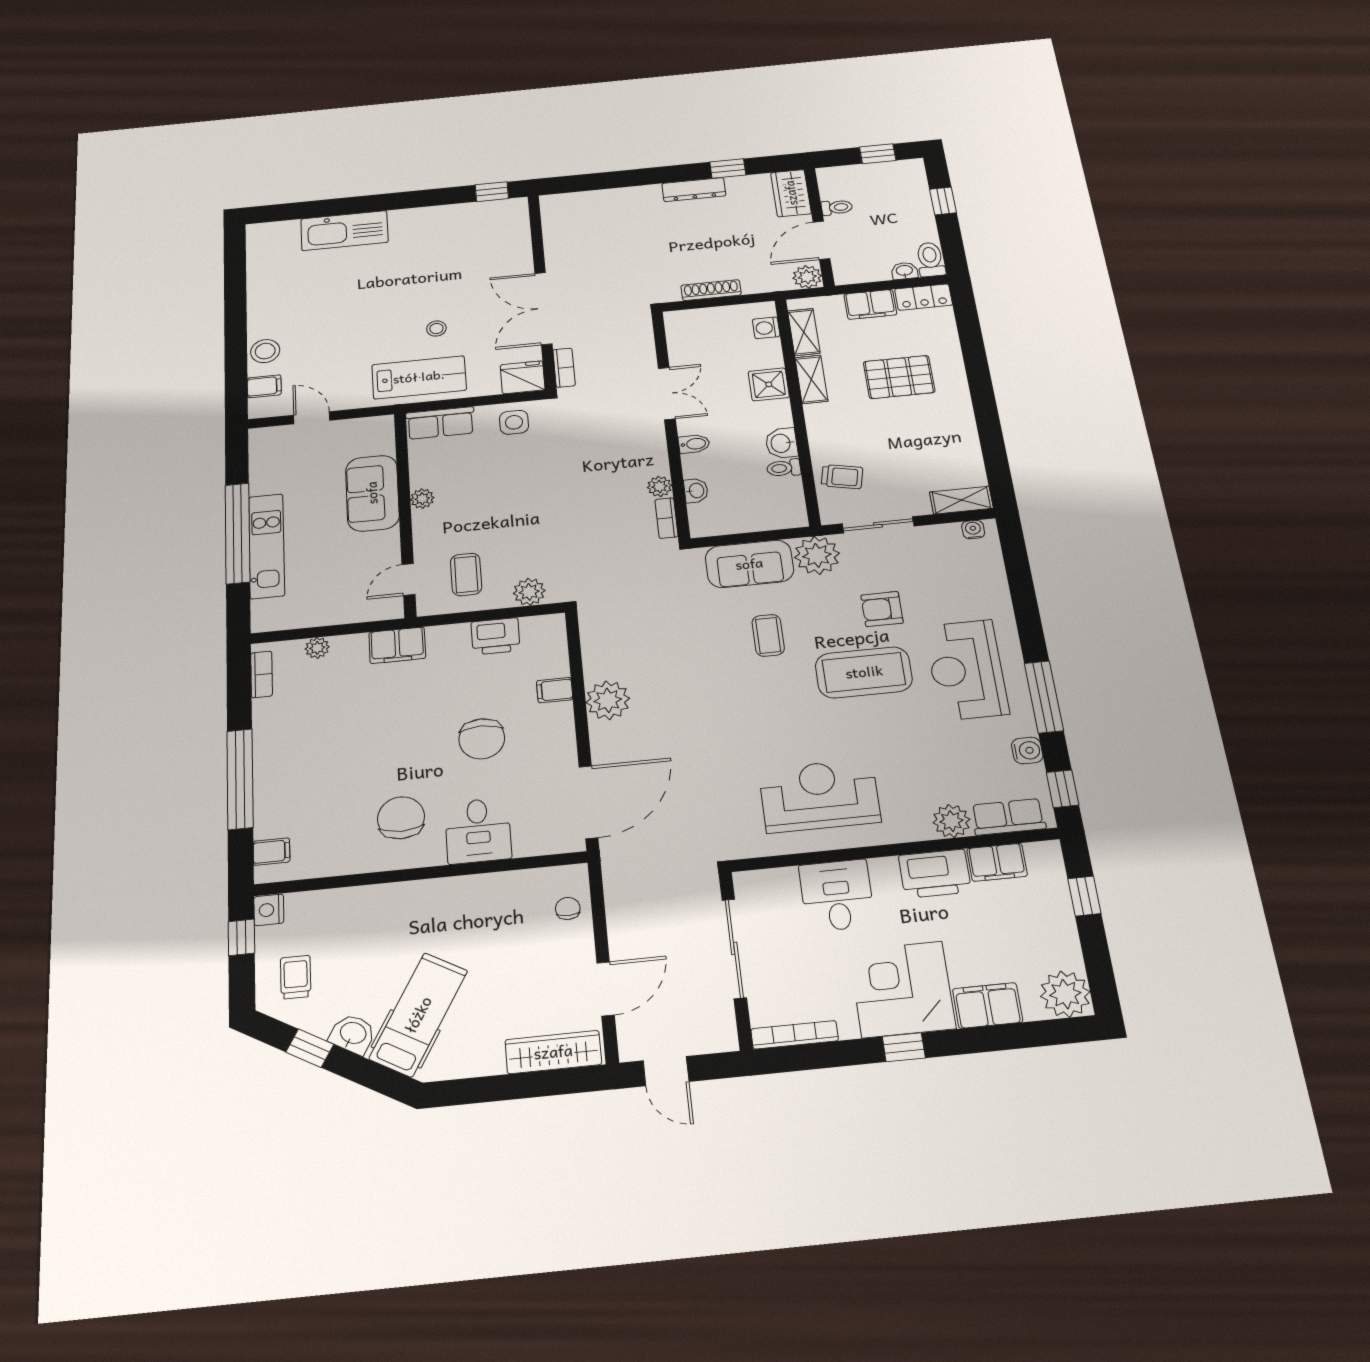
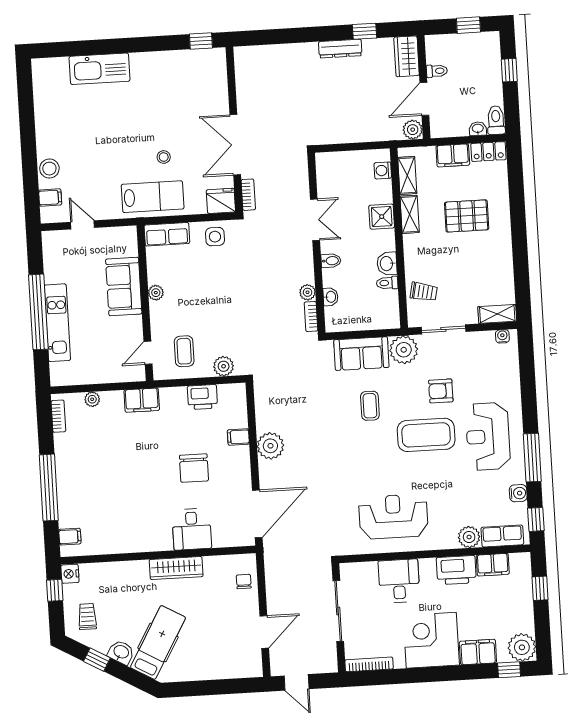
shoe rack: (711, 290) -> (348, 137), removed
chair: (401, 818) -> (146, 518), removed
window: (904, 1047) -> (509, 670), moved
wardrobe: (553, 1052) -> (176, 568), moved, turned 180

